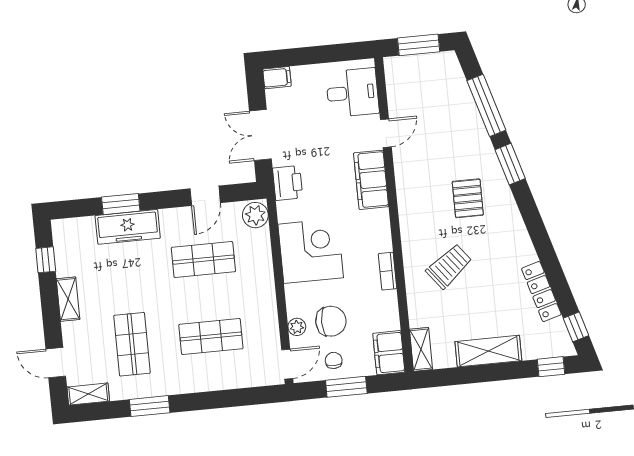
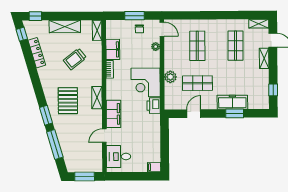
double door: (260, 135) -> (165, 140), removed
printer: (288, 183) -> (154, 106), moved
pallet: (468, 198) -> (68, 101), width x1.50, depth x1.42
shelving: (408, 210) -> (97, 98), added
plant: (255, 215) -> (170, 77), moved
trolley: (449, 266) -> (75, 59), moved
shelving: (68, 299) -> (264, 58), moved
chair: (331, 321) -> (139, 48), removed
shop shelf: (211, 337) -> (197, 46), turned 90
filing cabinet: (389, 353) -> (113, 49), moved
door: (287, 364) -> (162, 29), swing flipped
window: (150, 406) -> (230, 15), removed

